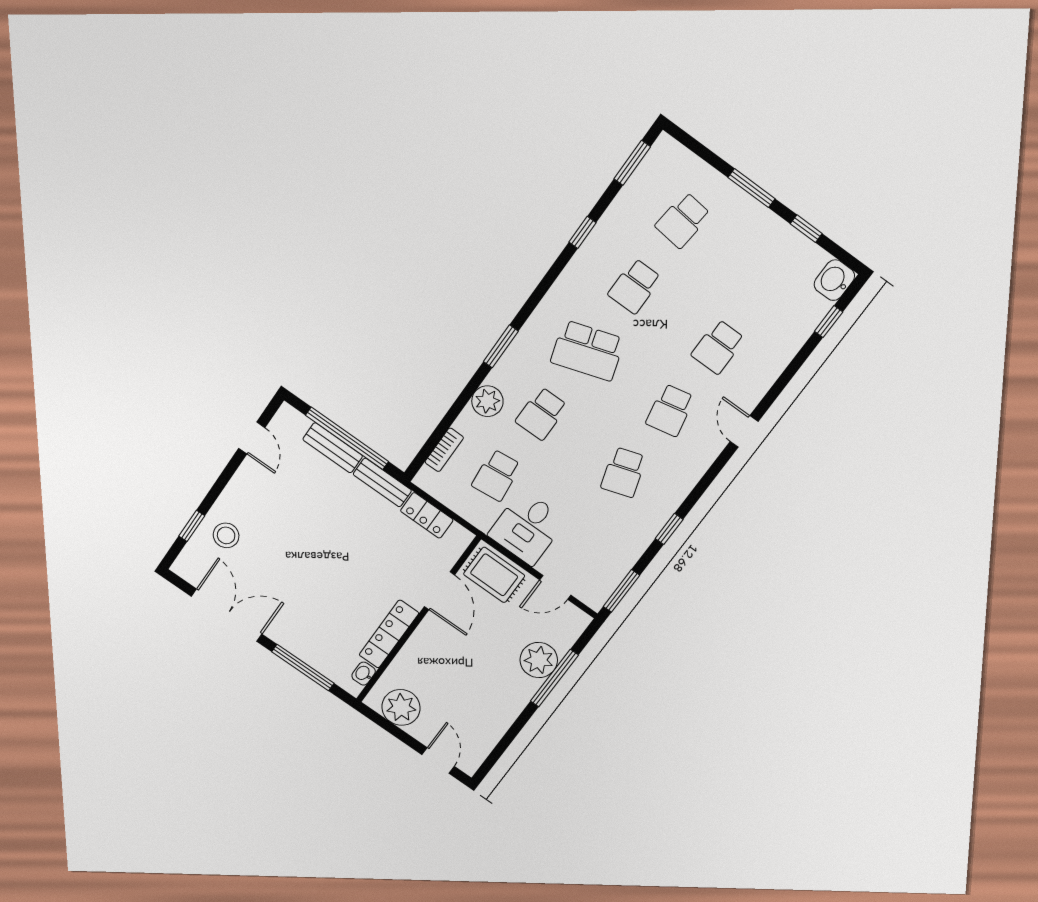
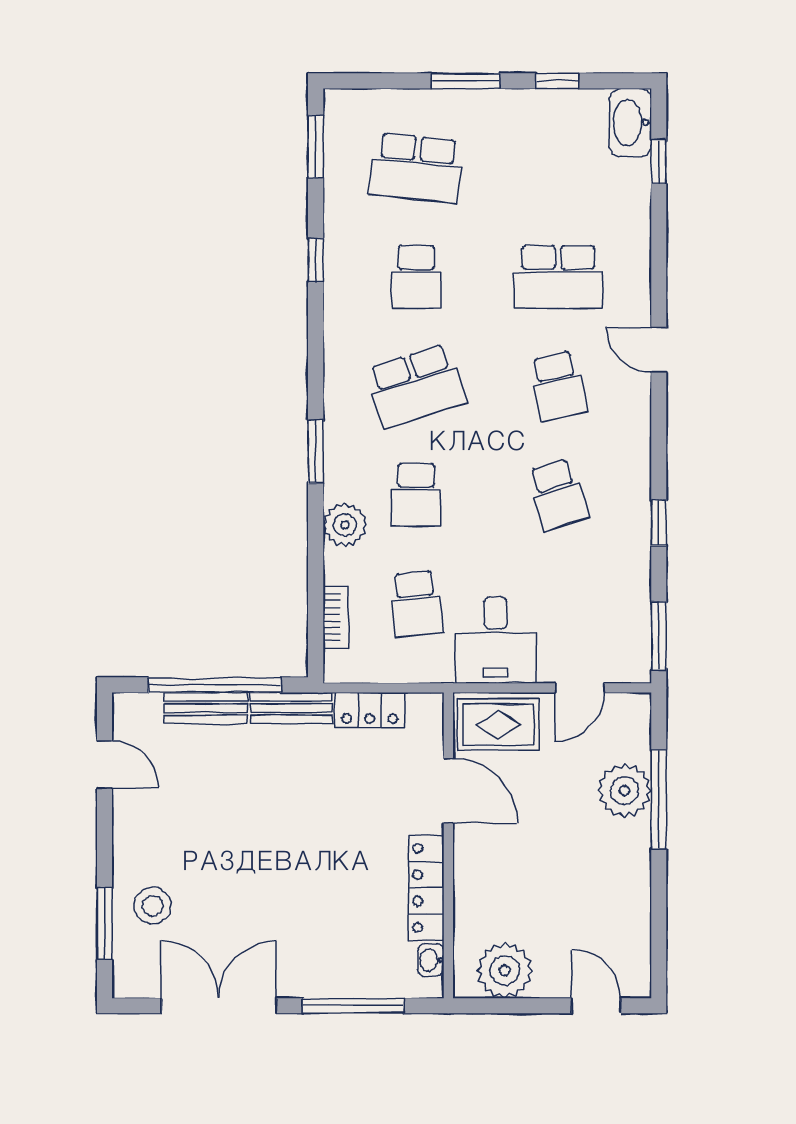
school desk: (683, 220) -> (416, 168), width x1.85
washbasin: (834, 280) -> (630, 123), width x1.38
school desk: (718, 347) -> (558, 277), width x1.85
window: (192, 526) -> (104, 924), width x1.50

